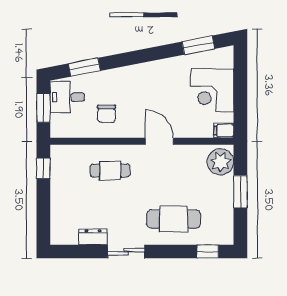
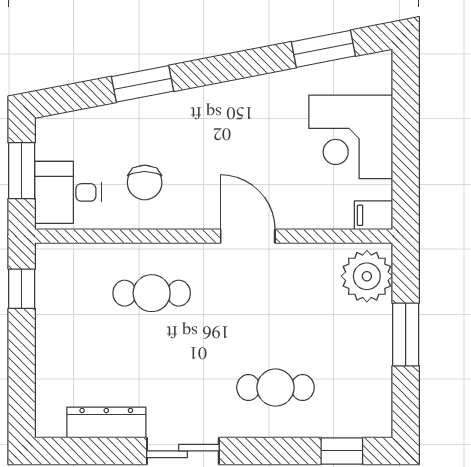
window: (84, 67) -> (142, 84), moved
desk: (67, 97) -> (68, 192), moved
cafe table: (174, 219) -> (275, 388), width x0.73, depth x0.74
dresser: (93, 237) -> (106, 423), width x1.44

